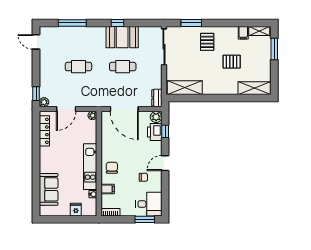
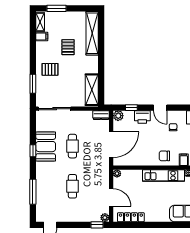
shelving: (255, 88) -> (92, 33), width x1.47
printer: (155, 132) -> (142, 117), moved

